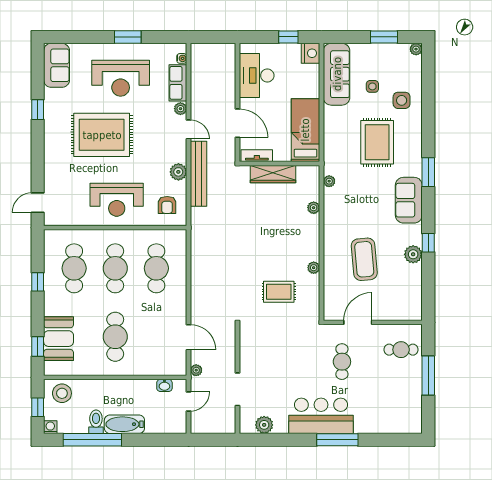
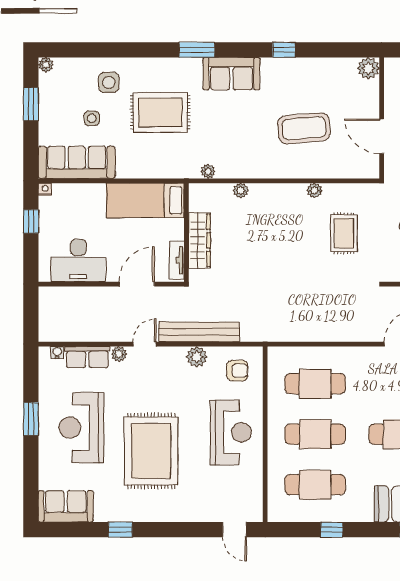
nightstand: (311, 53) -> (45, 189), width x0.53, depth x0.56
reception desk: (121, 78) -> (81, 428), turned 180
plant: (413, 254) -> (368, 68), moved

